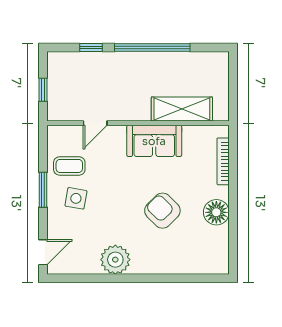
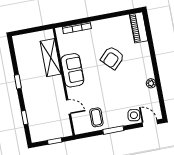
window: (152, 48) -> (18, 82), width x0.32
side table: (76, 198) -> (134, 115), moved
floor lamp: (216, 212) -> (107, 26), removed
plant: (115, 260) -> (151, 83), width x0.53, depth x0.53
piano: (204, 263) -> (139, 27), added

